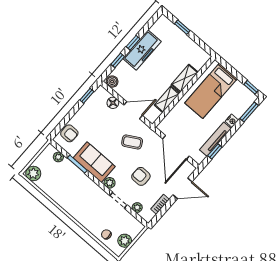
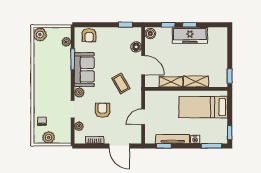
window: (182, 27) -> (230, 76), moved
door: (176, 147) -> (143, 117), width x0.53

